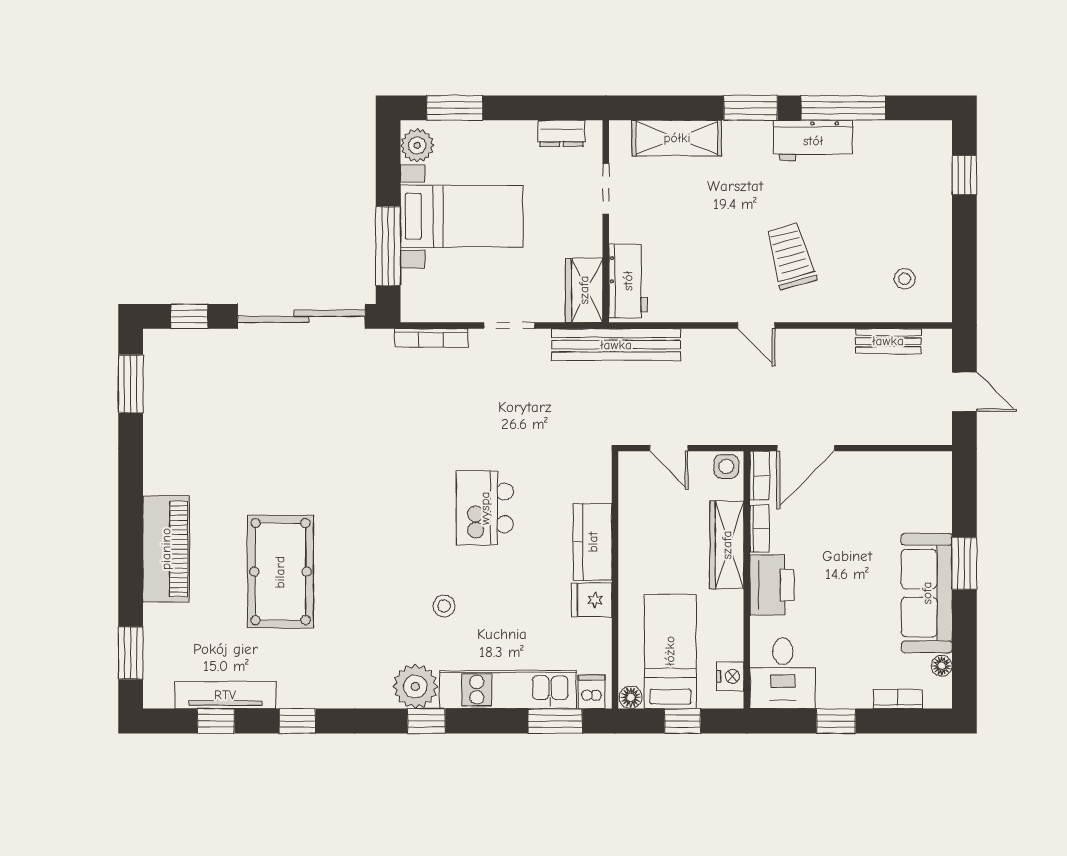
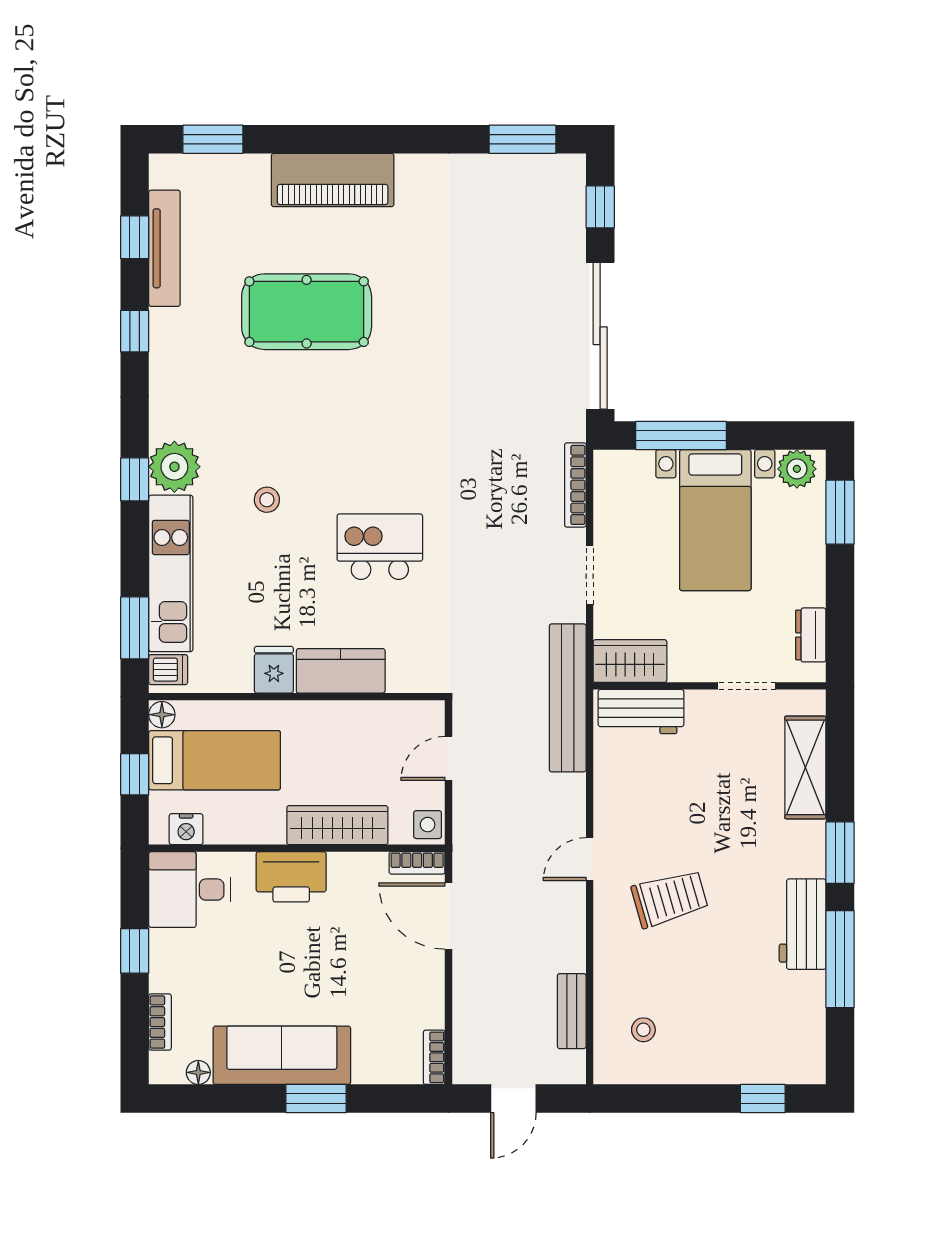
bookcase: (759, 528) -> (434, 1057), moved, turned 90

